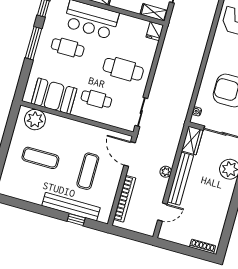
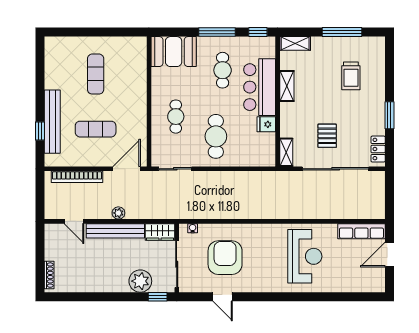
fridge: (155, 31) -> (266, 124), moved
booth: (54, 96) -> (174, 52), moved, turned 90
plant: (35, 120) -> (135, 57), removed

